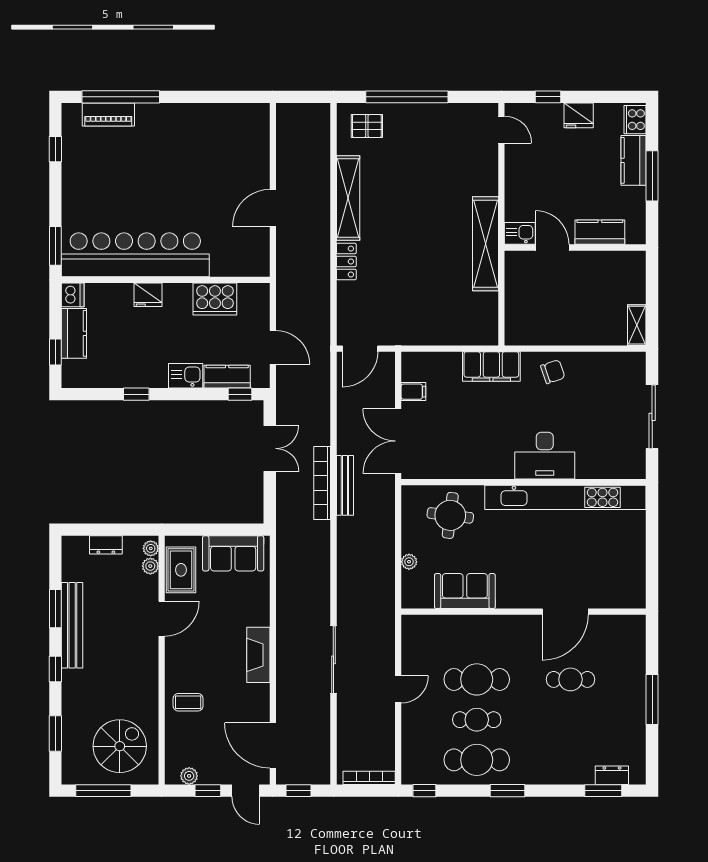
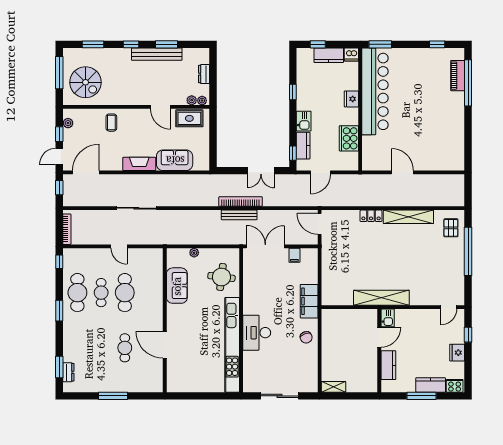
sofa: (233, 553) -> (175, 160), moved, turned 90

